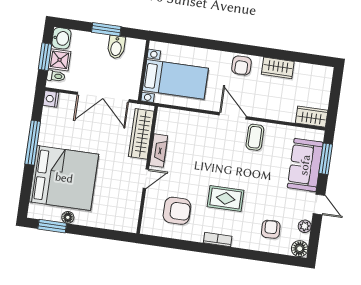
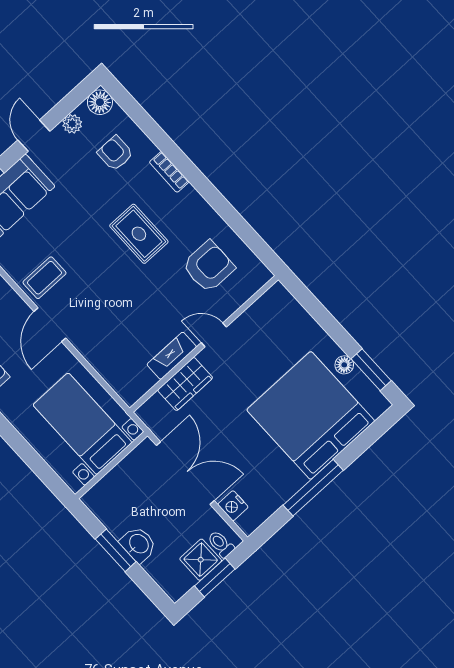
washbasin: (61, 38) -> (138, 544), moved, turned 90
bidet: (116, 47) -> (121, 520), removed
nightstand: (51, 99) -> (233, 506), moved, turned 90
wardrobe: (141, 134) -> (185, 384), width x0.67
armchair: (177, 211) -> (209, 266), turned 90
armchair: (271, 229) -> (115, 153), turned 92
bookcase: (218, 239) -> (169, 172), moved

